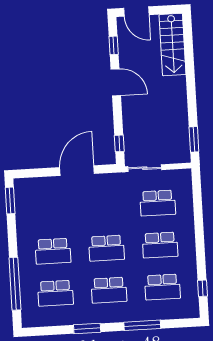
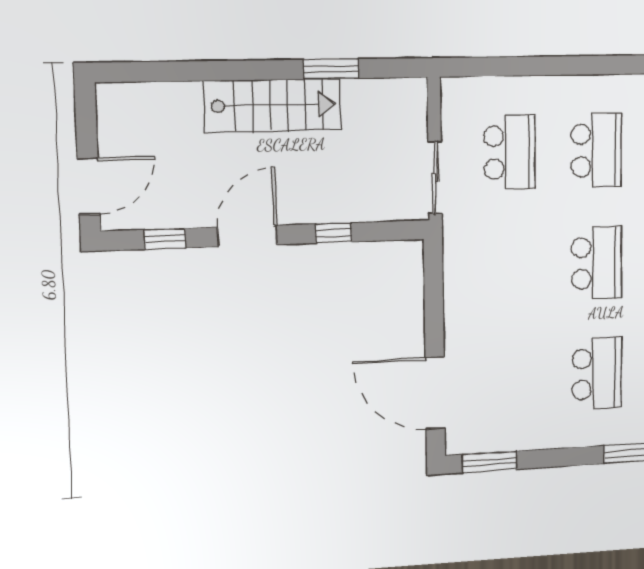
stairs: (173, 45) -> (273, 105), moved
window: (194, 139) -> (331, 69), moved
window: (119, 143) -> (334, 233), moved
door: (77, 171) -> (435, 393), moved

